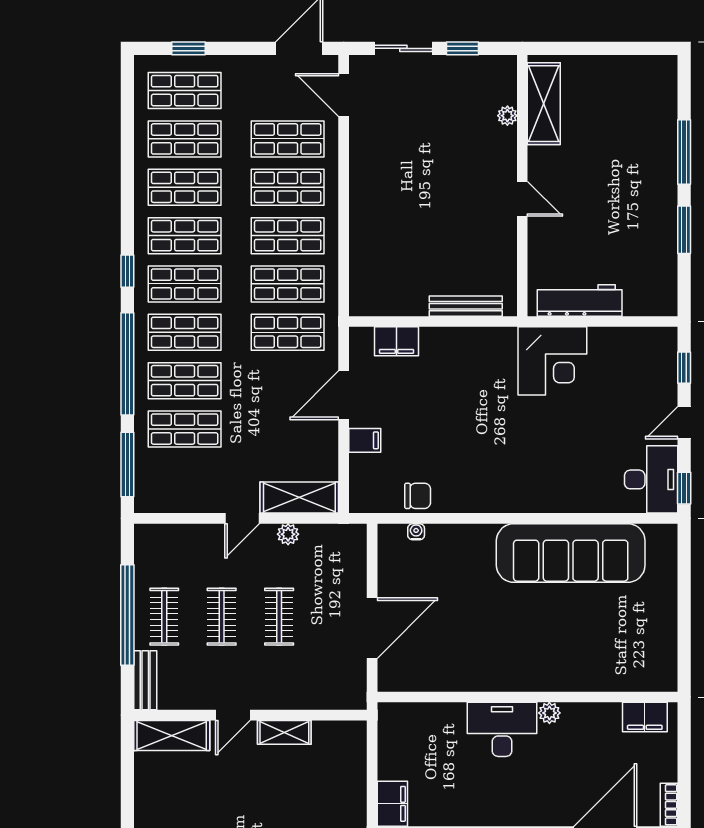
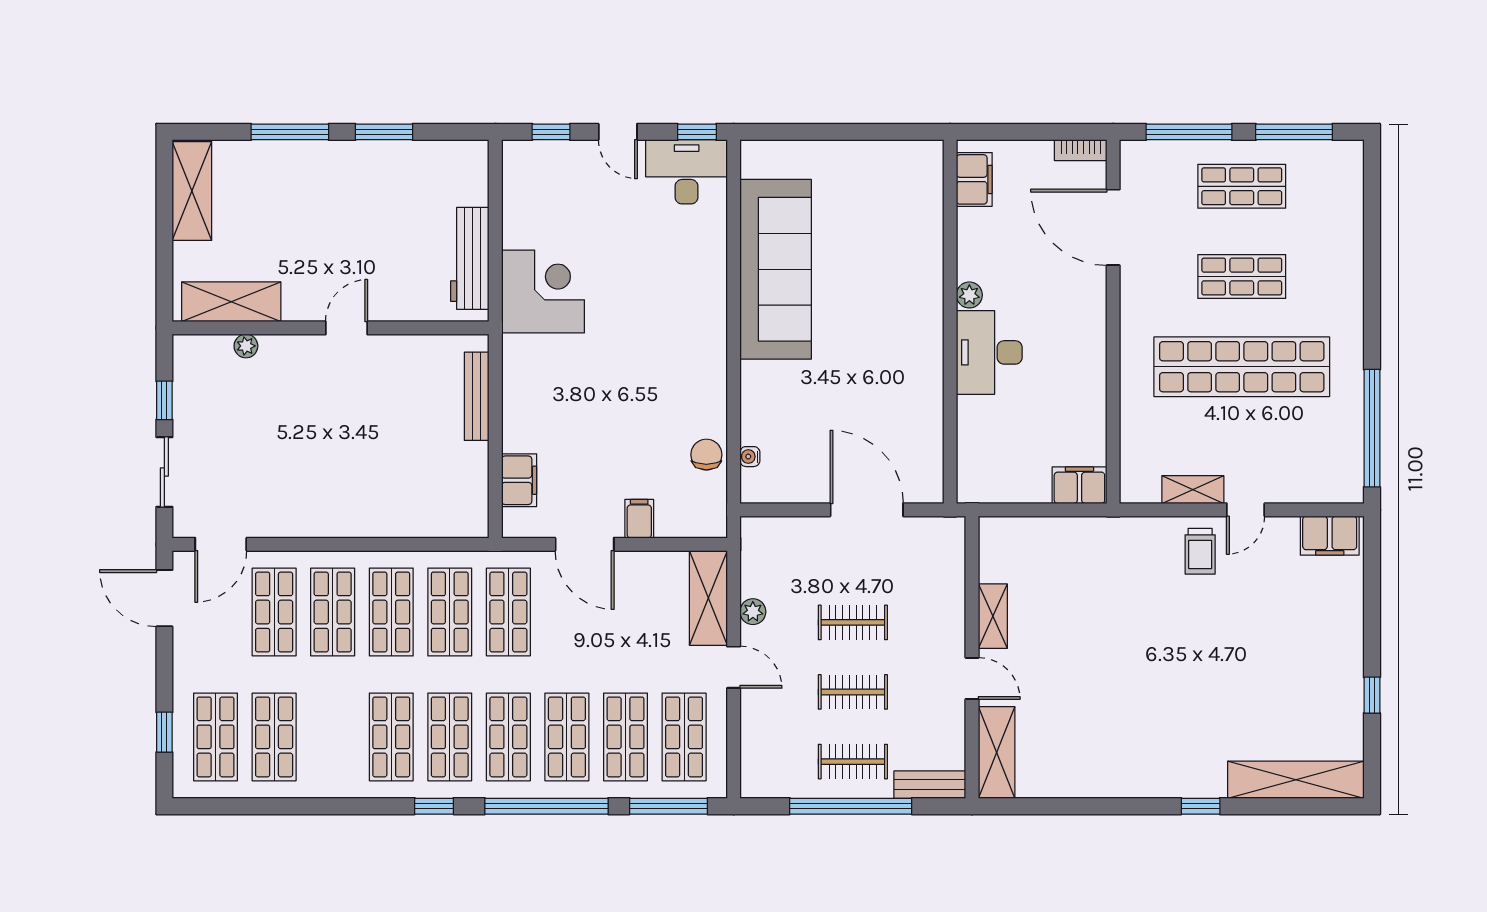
shelving: (635, 71) -> (192, 191), added
shop shelf: (185, 187) -> (684, 737), moved

